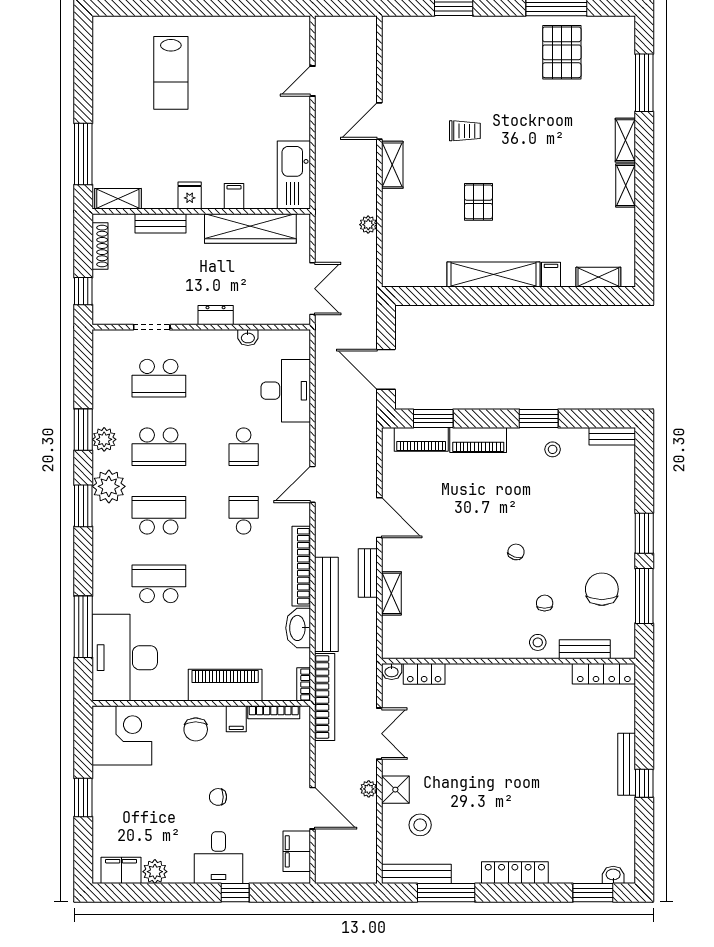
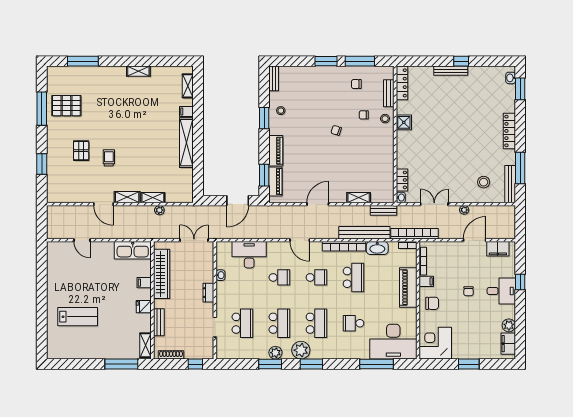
shelving: (625, 140) -> (153, 198), moved
pallet: (478, 202) -> (81, 151), moved, turned 90
school desk: (159, 515) -> (316, 323), turned 180
school desk: (244, 515) -> (316, 277), turned 180
bench: (368, 573) -> (384, 210), moved
school desk: (159, 584) -> (353, 323), width x0.54
school desk: (244, 584) -> (353, 277), added
chair: (602, 589) -> (356, 84), width x0.54, depth x0.54
shower: (395, 790) -> (404, 122), moved

